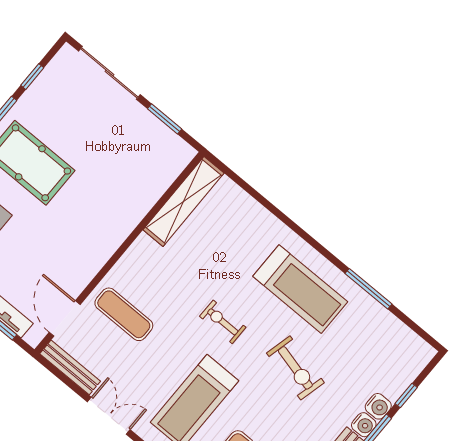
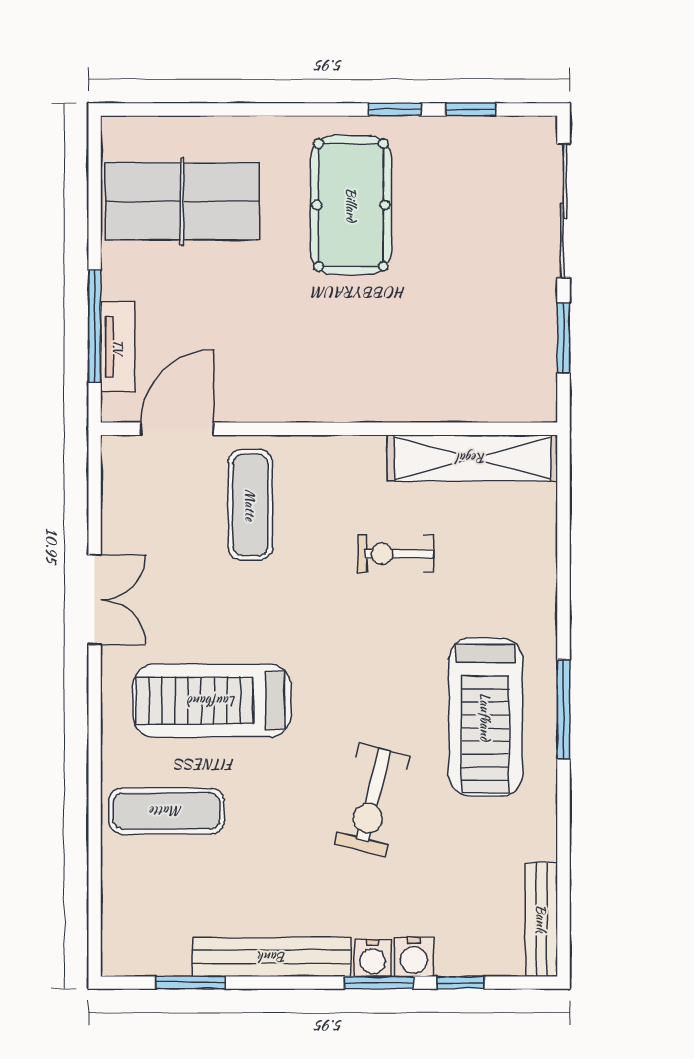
window: (368, 289) -> (564, 709), moved
exercise bike: (223, 322) -> (396, 554), moved, turned -90
bench: (70, 367) -> (541, 919), moved

